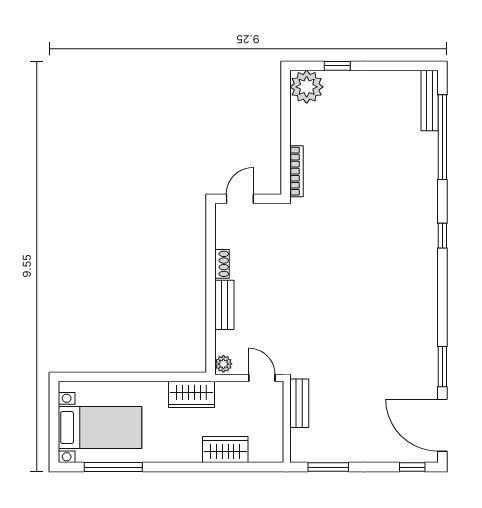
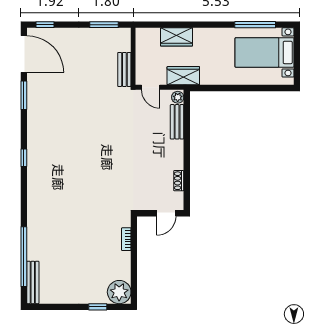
bookcase: (297, 171) -> (126, 239), width x0.64
window: (442, 236) -> (24, 158), moved
shoe rack: (222, 264) -> (179, 181), moved
bench: (224, 305) -> (177, 122), moved
wardrobe: (191, 394) -> (183, 76), moved

